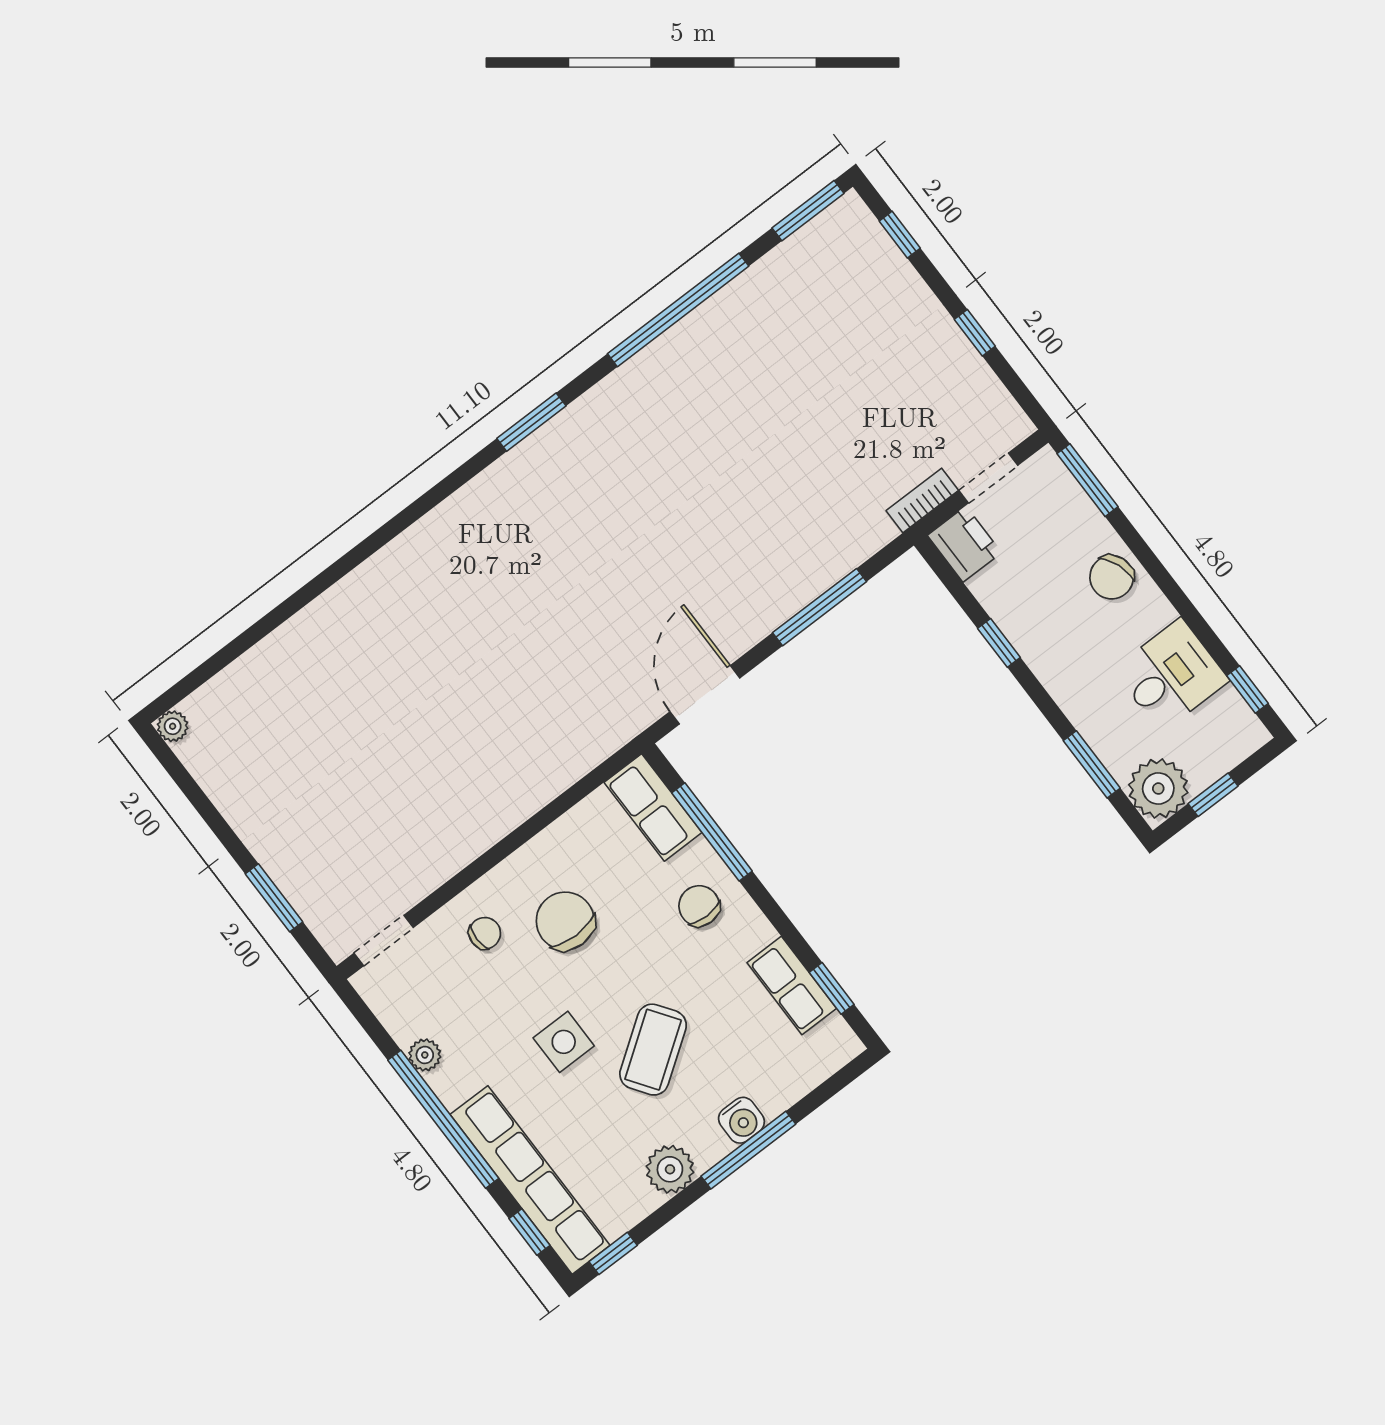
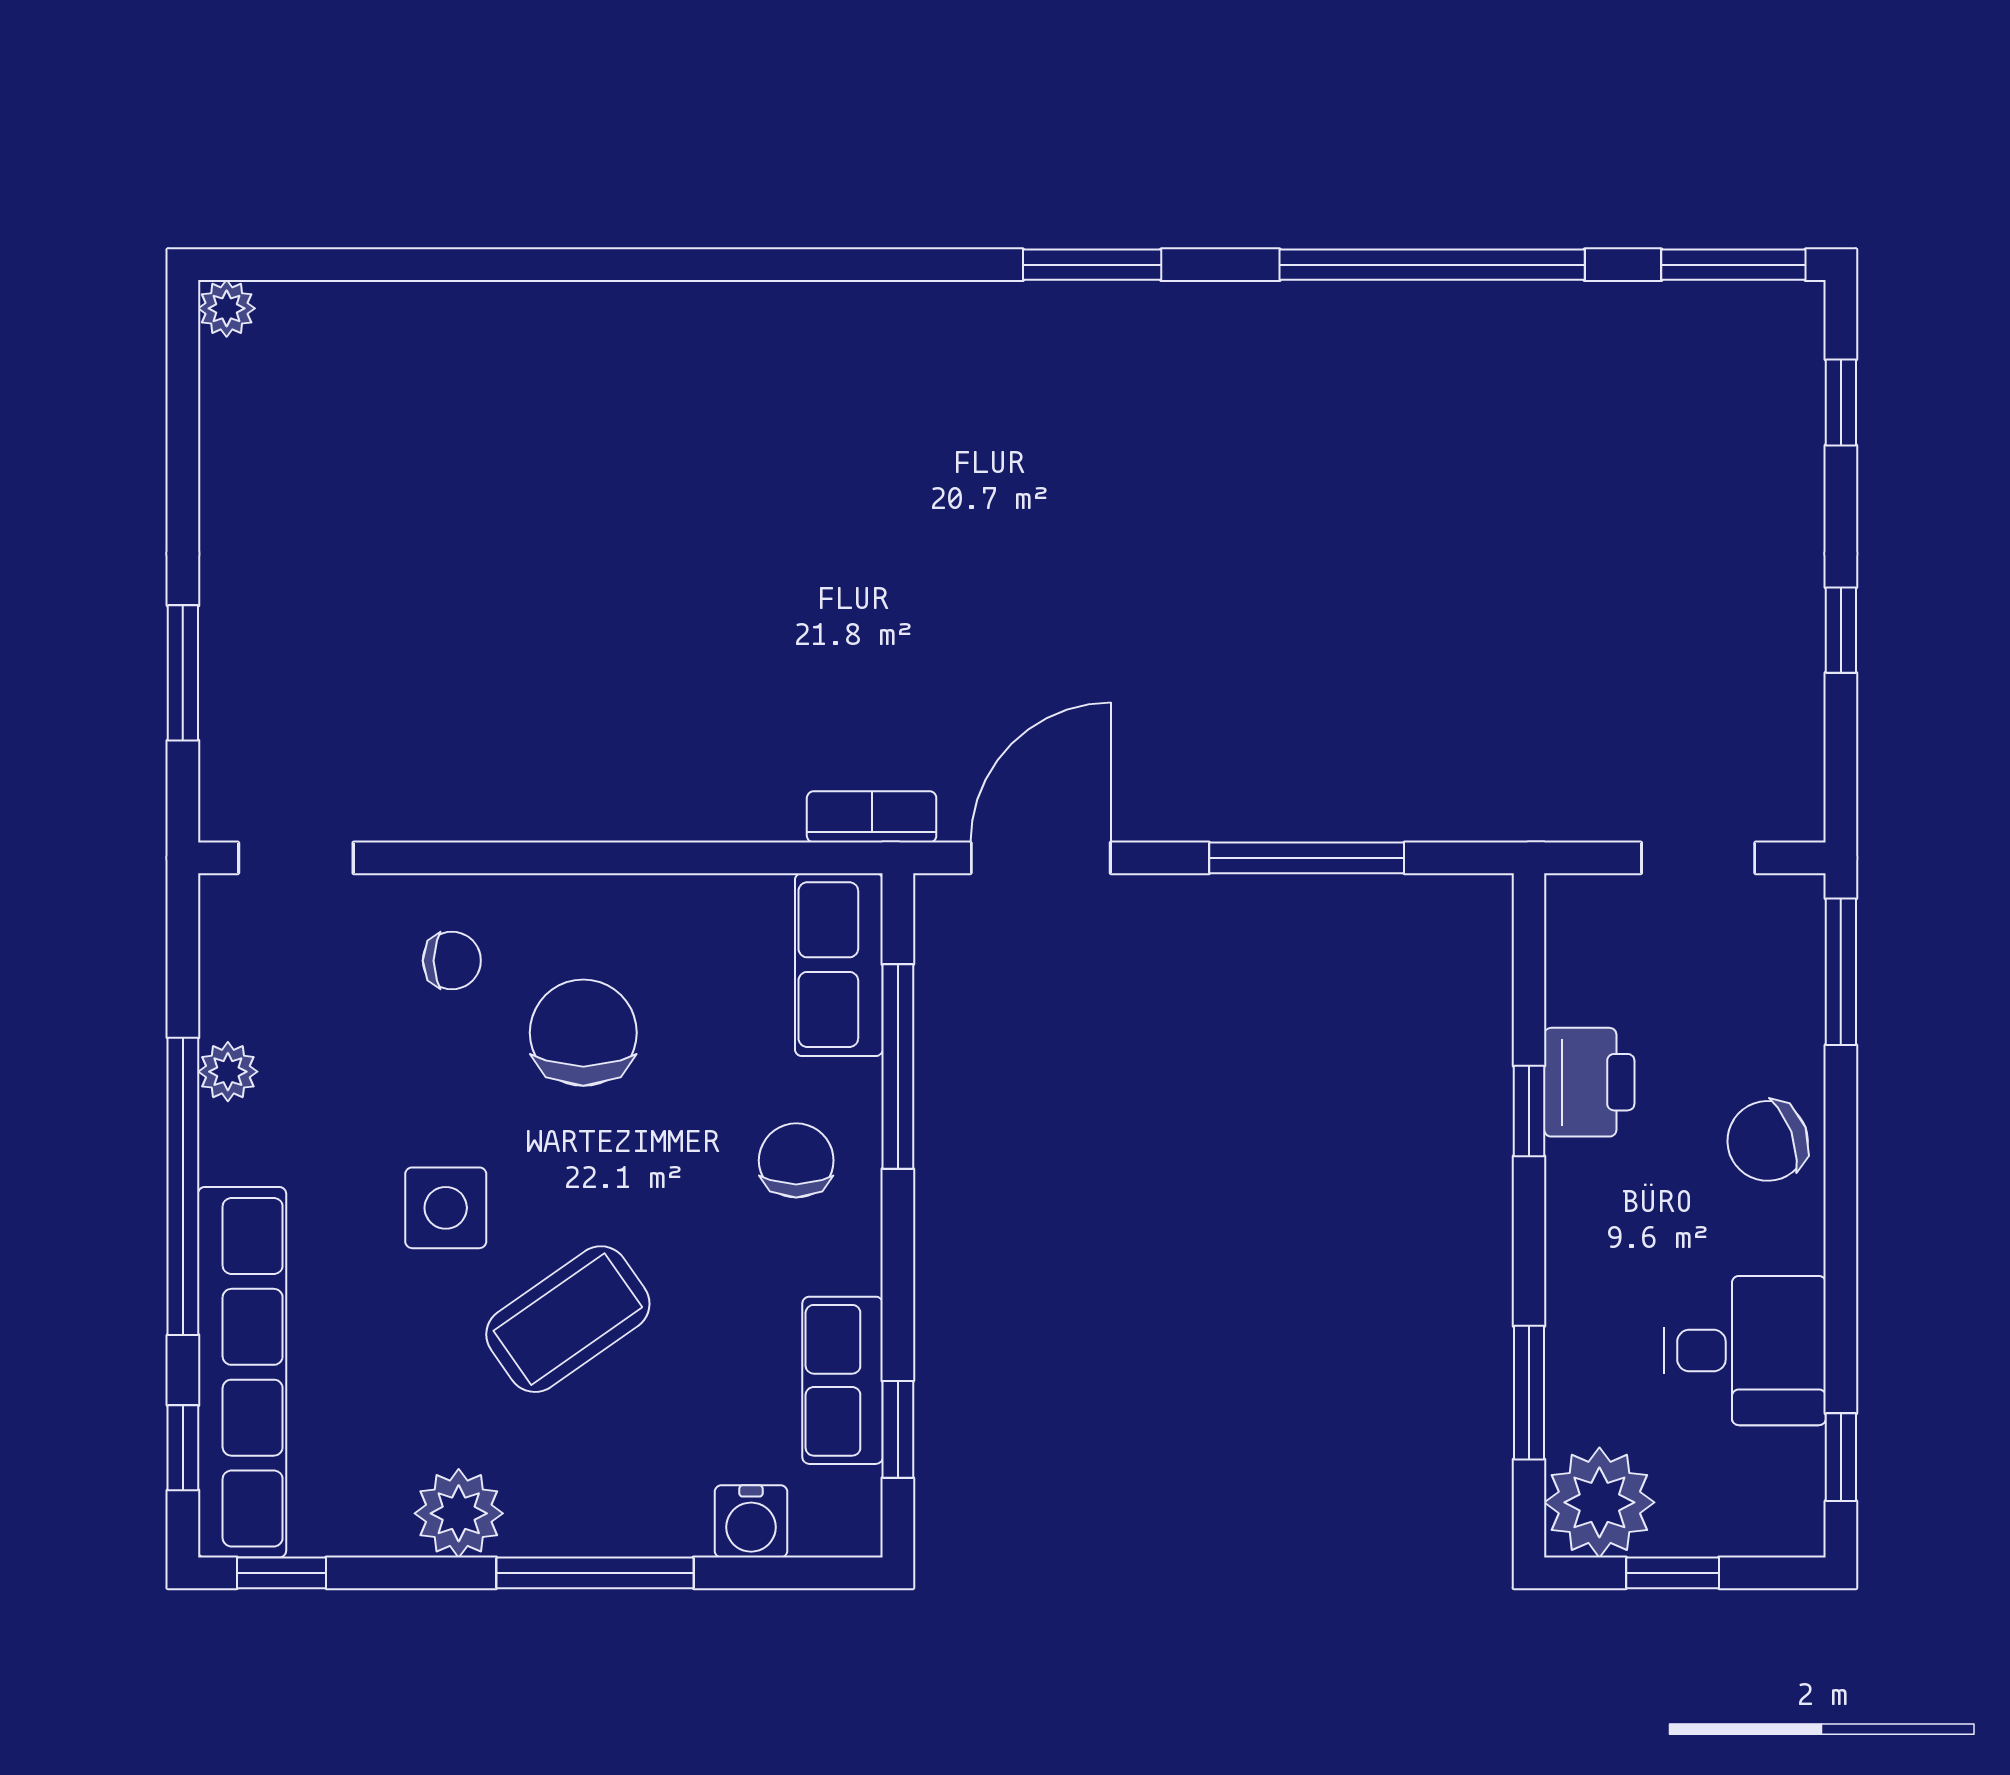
bookcase: (922, 501) -> (872, 817), moved
printer: (964, 544) -> (1589, 1082), moved
water cooler: (741, 1120) -> (751, 1521), moved

